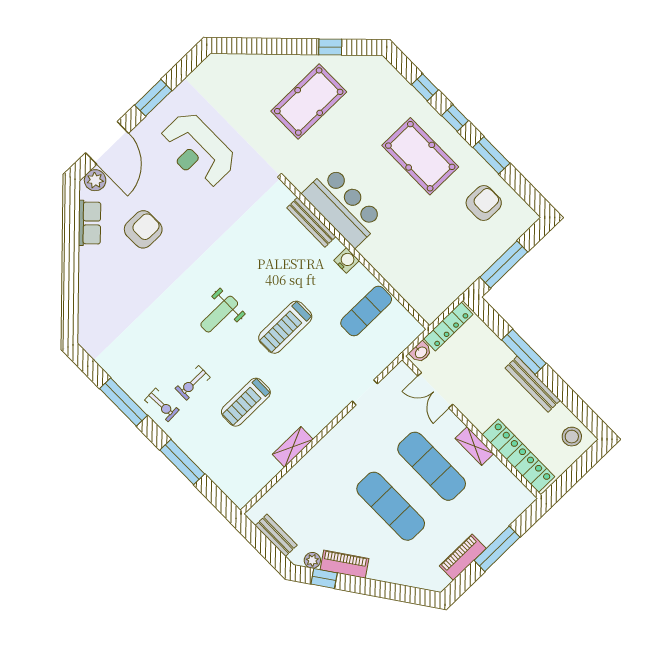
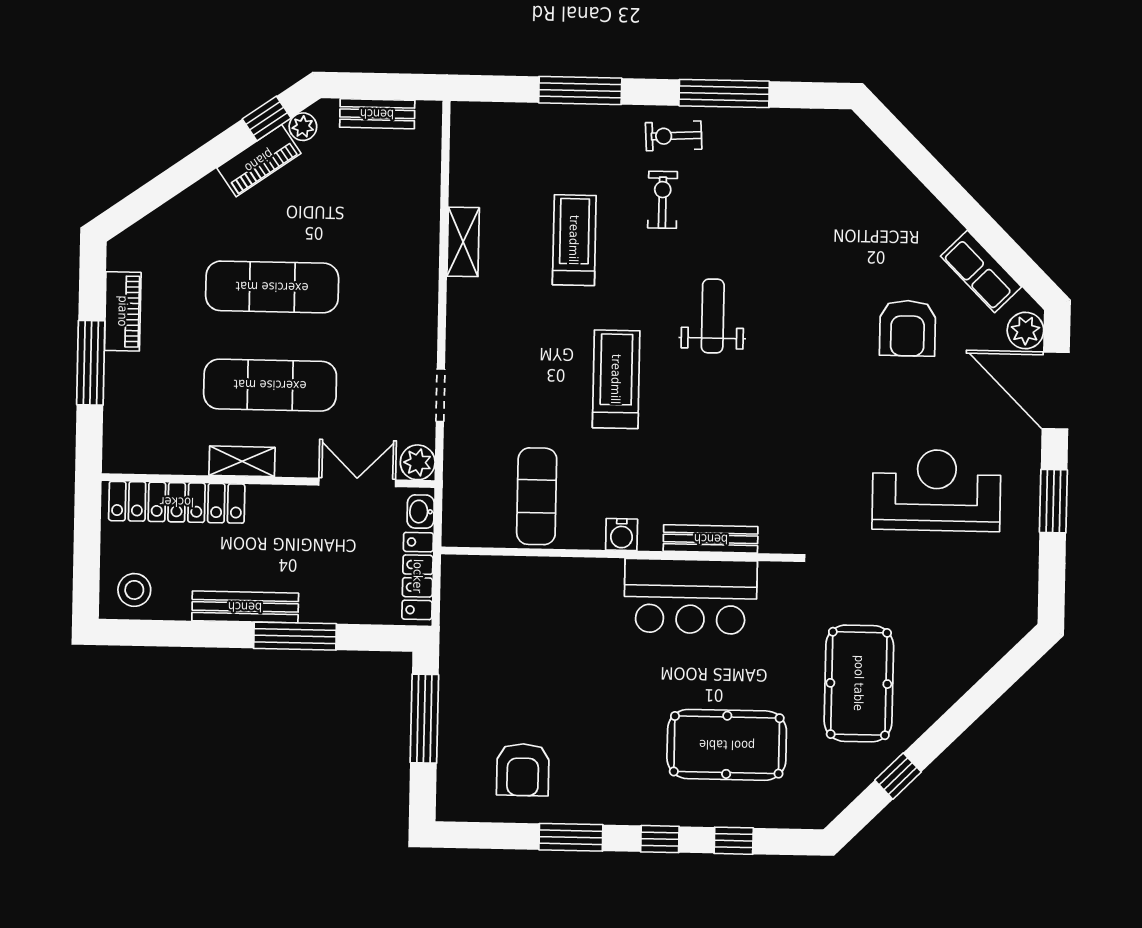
pool table: (420, 156) -> (727, 745), moved
plant: (402, 374) -> (418, 462), added

